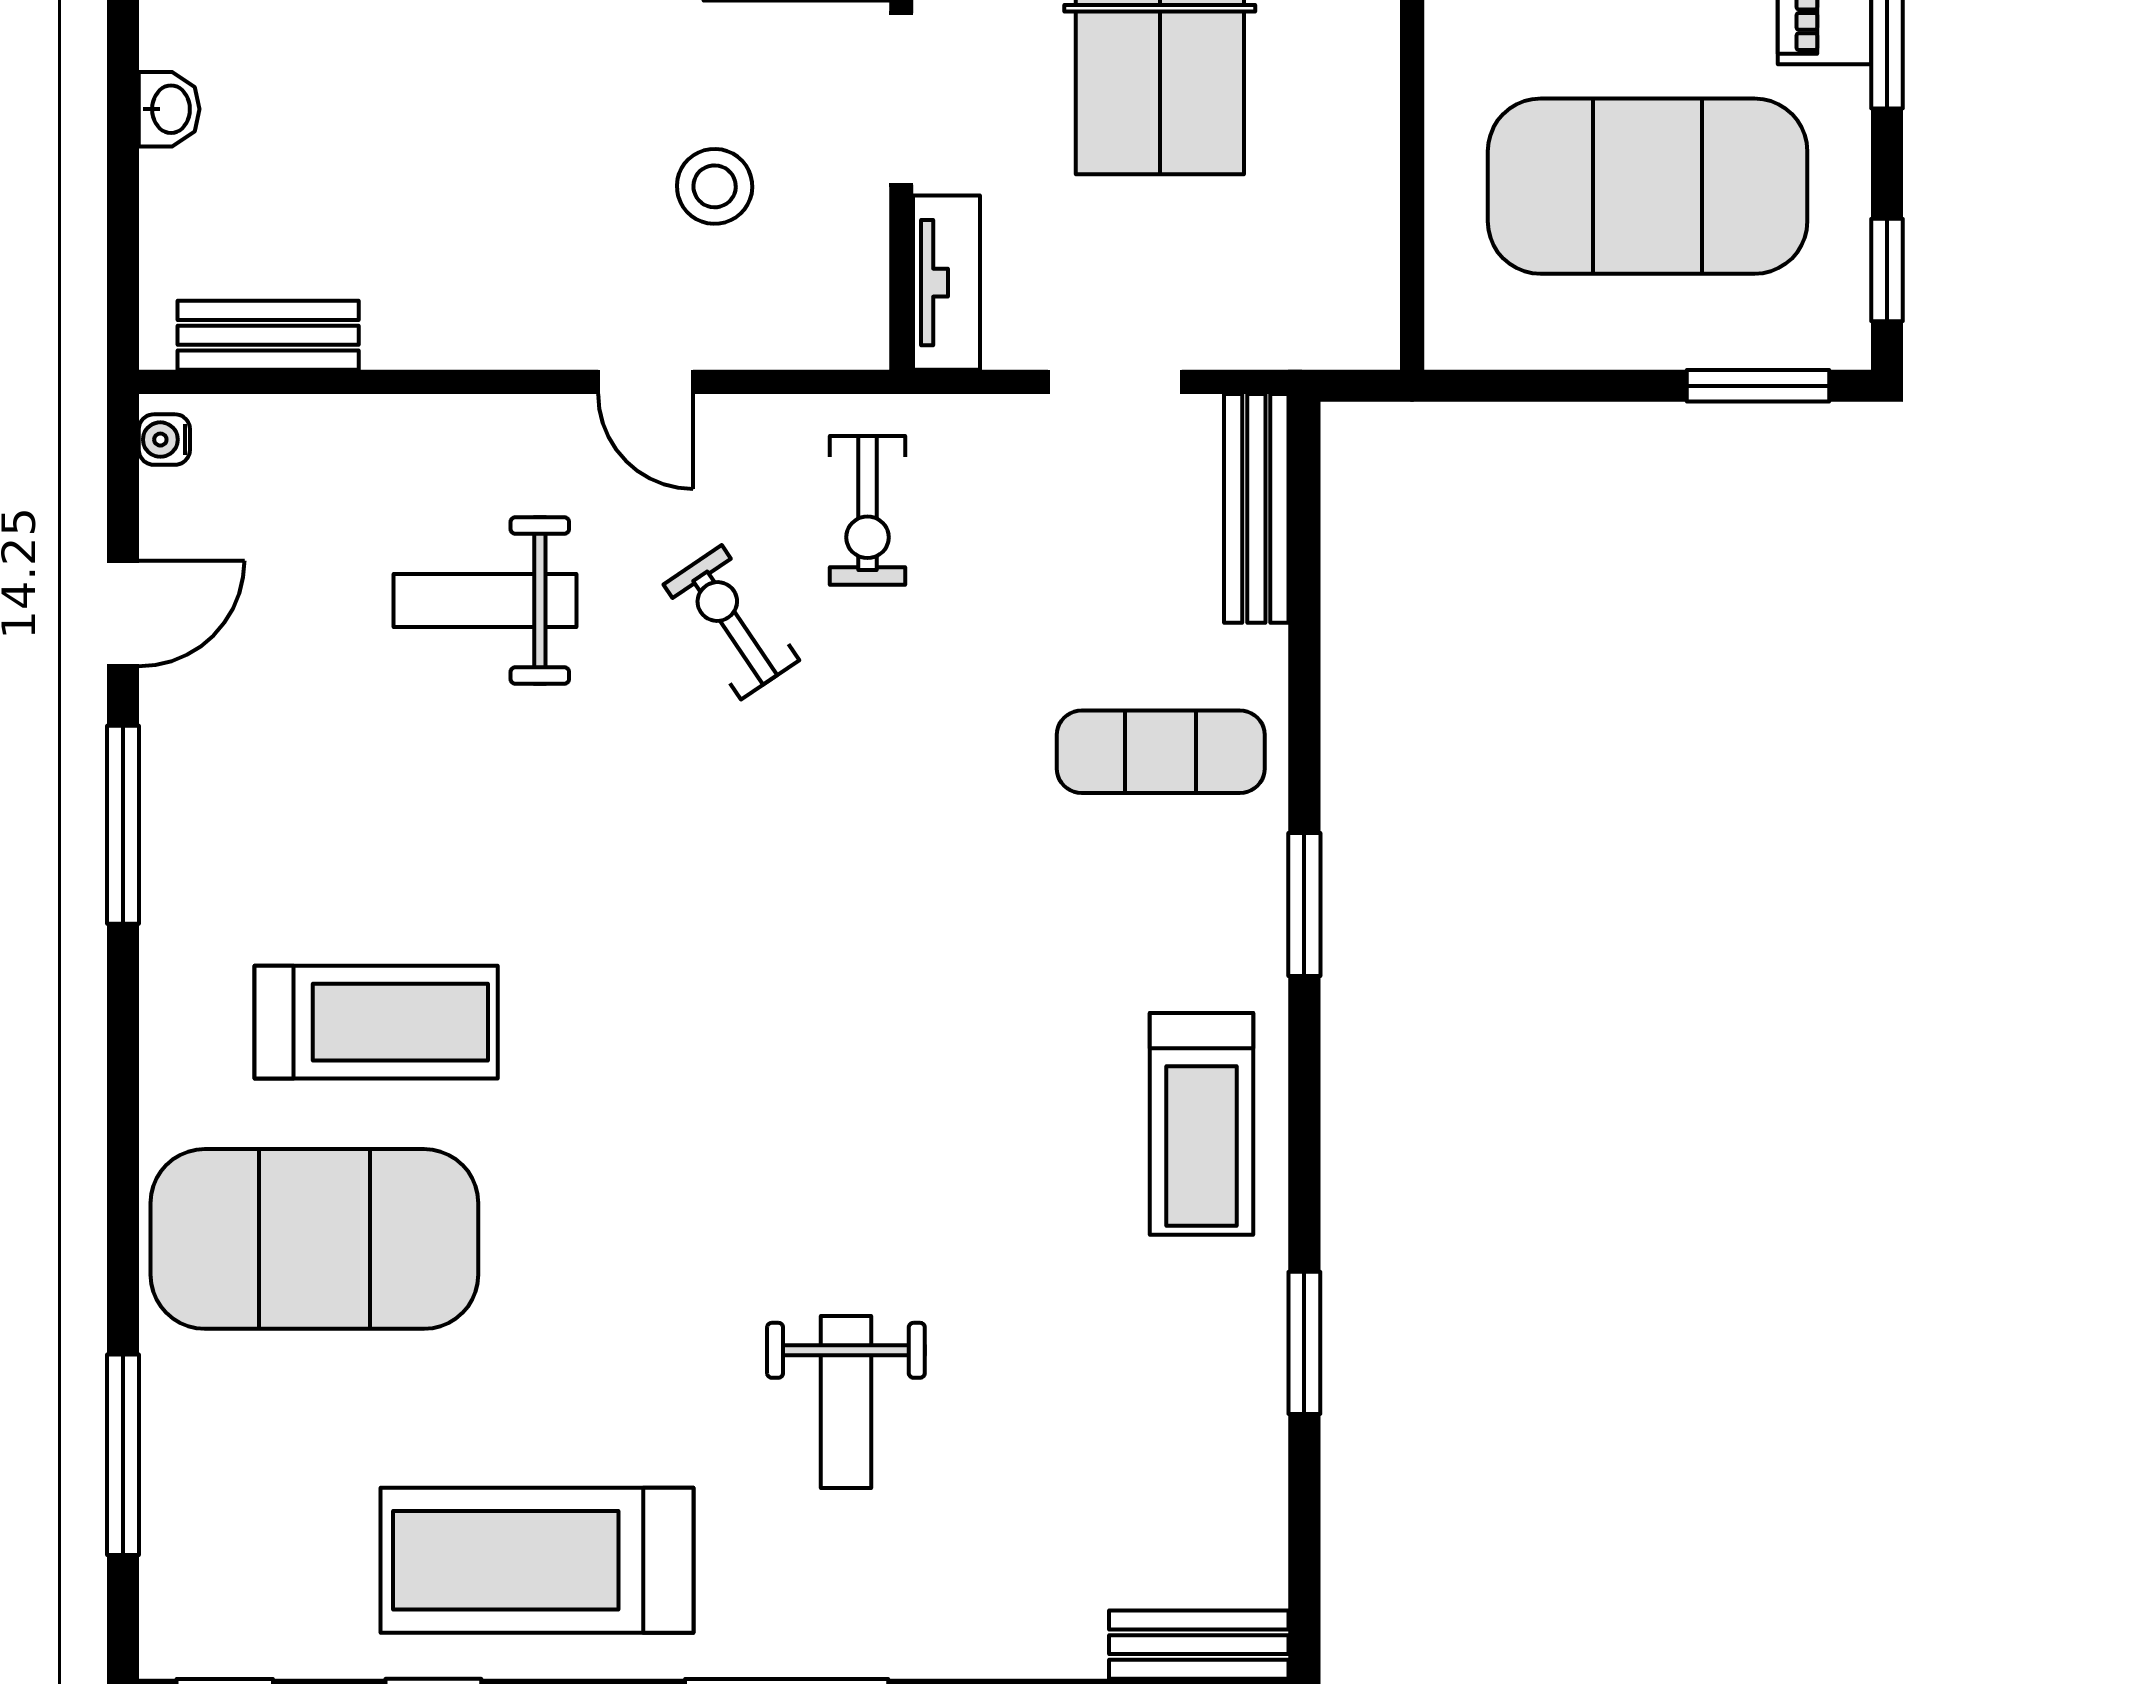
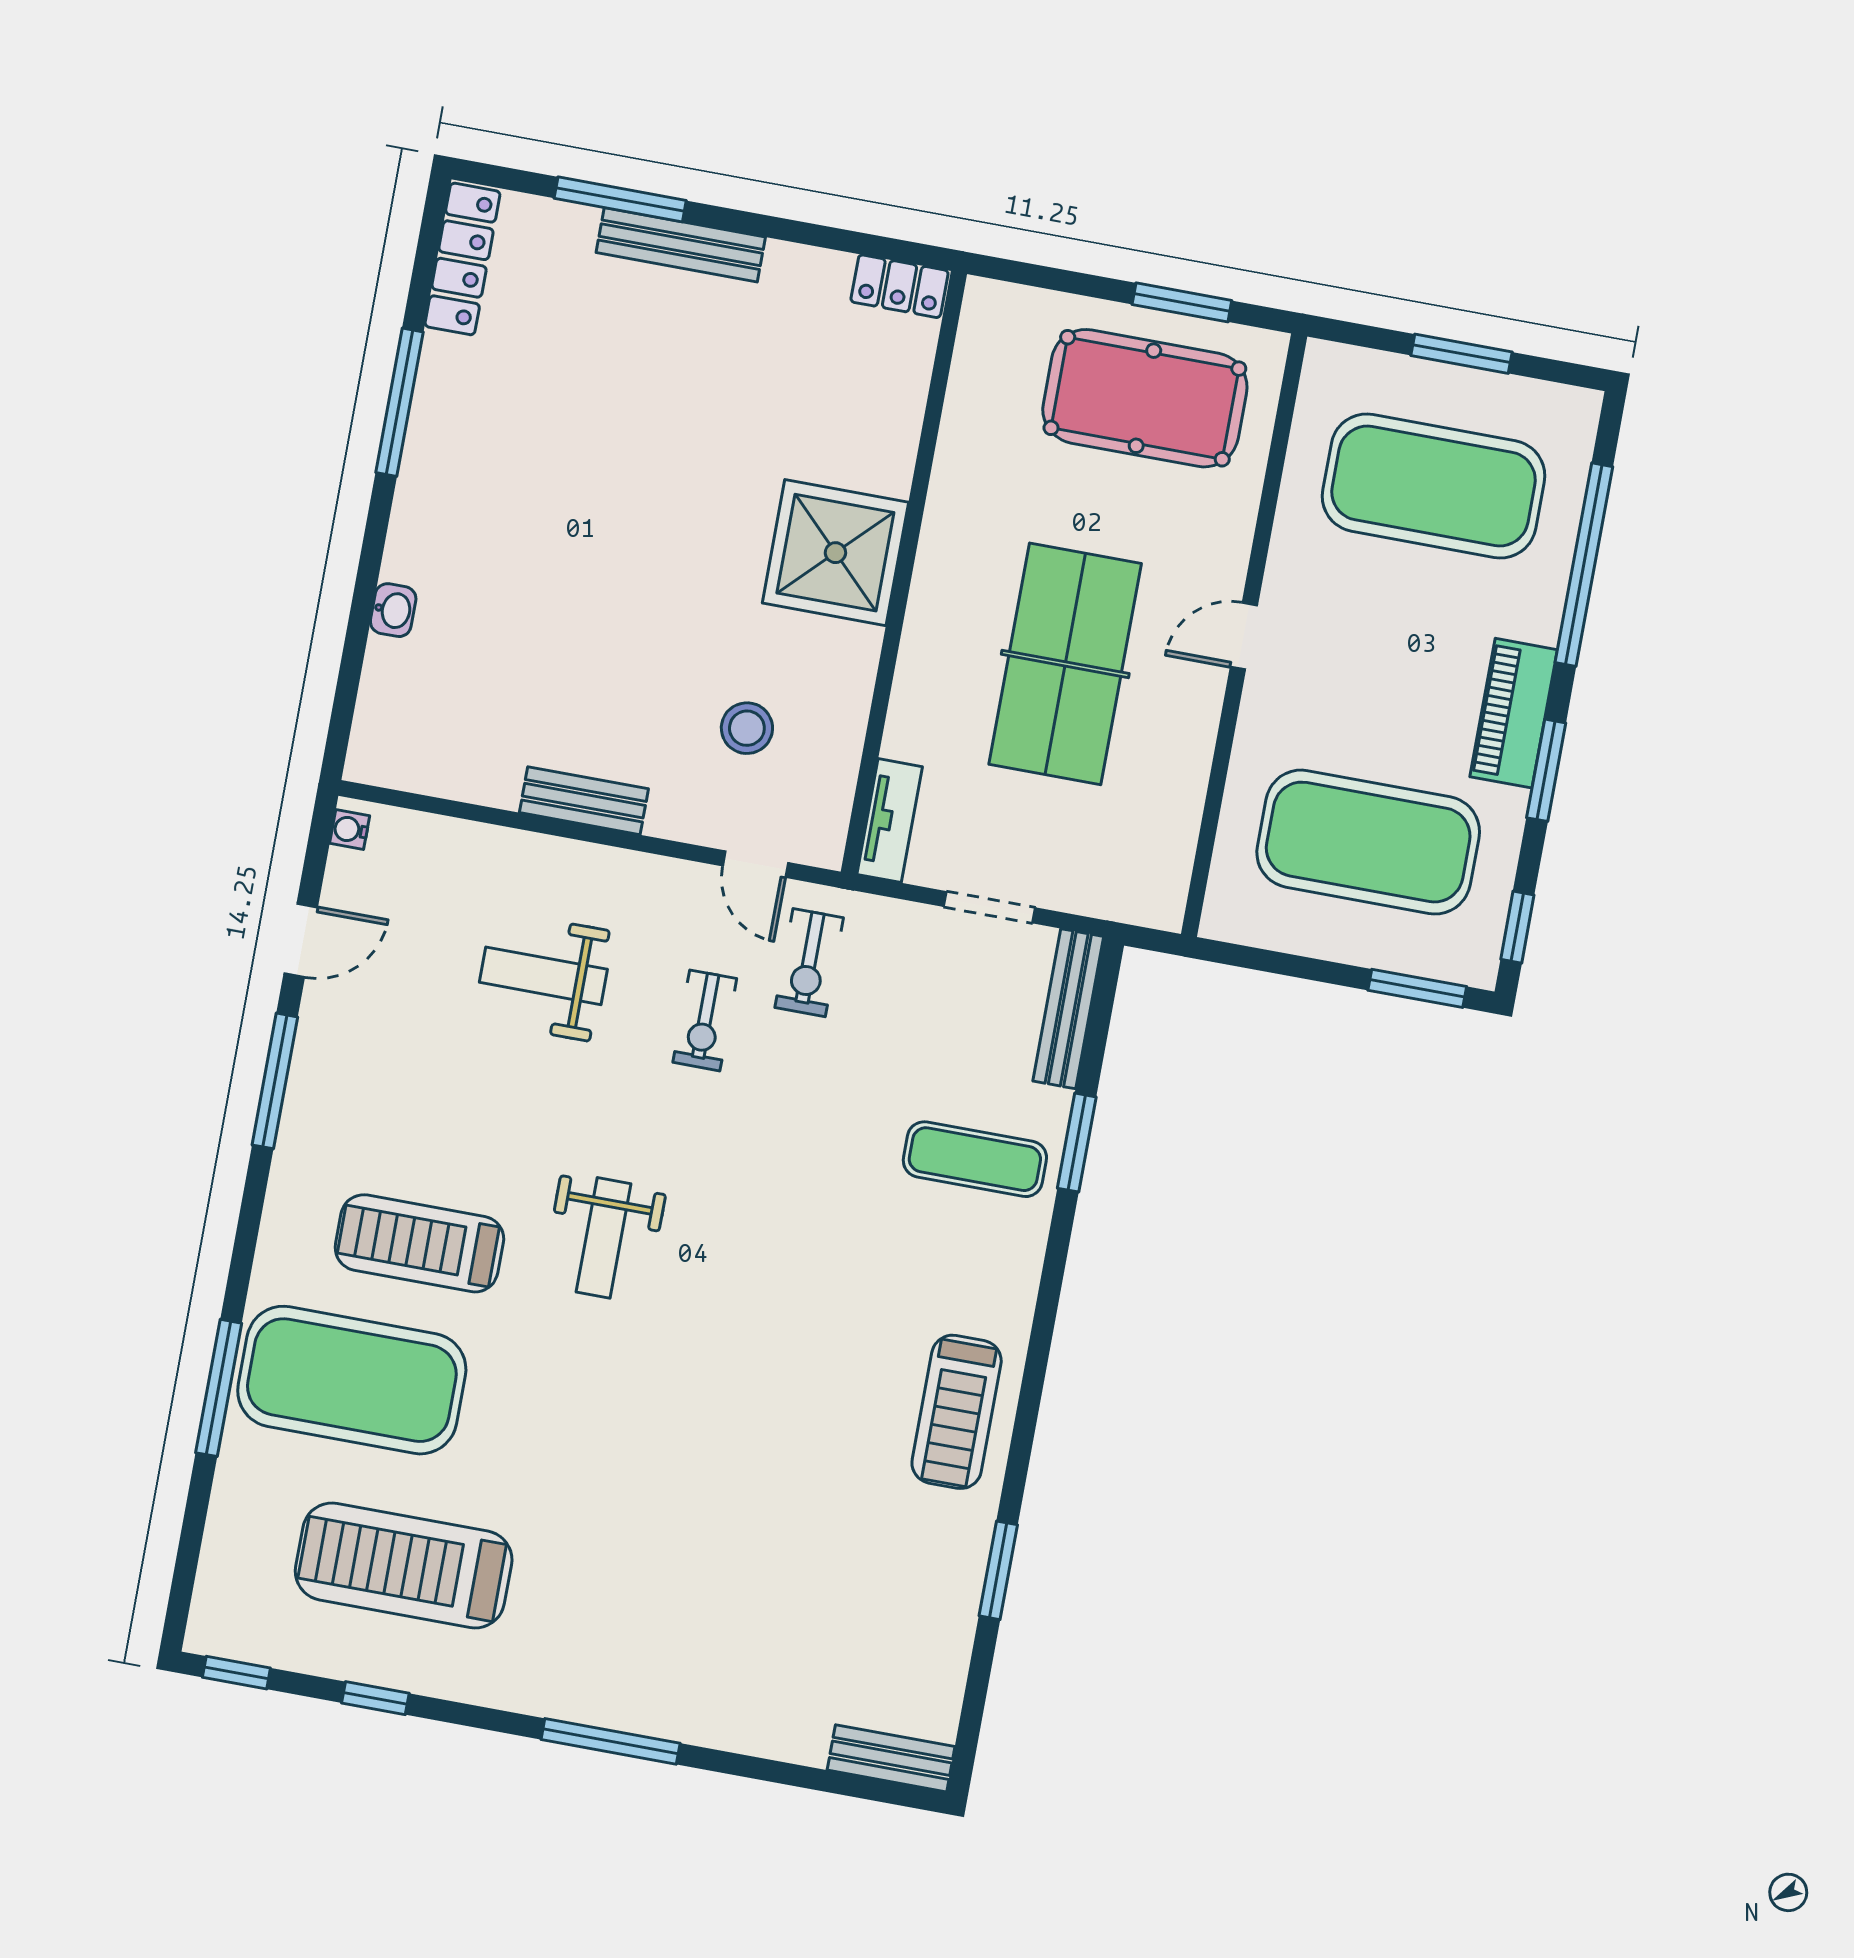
doorway: (901, 99) -> (882, 693), removed
bench: (268, 335) -> (584, 801), moved
door: (646, 382) -> (755, 864), moved
exercise bike: (731, 622) -> (705, 1020), turned -146
window: (1304, 904) -> (1077, 1143), moved
treadmill: (376, 1022) -> (419, 1243), turned 180
weight bench: (846, 1402) -> (604, 1238), moved
window: (123, 1455) -> (219, 1388), moved
treadmill: (537, 1560) -> (404, 1565), moved

